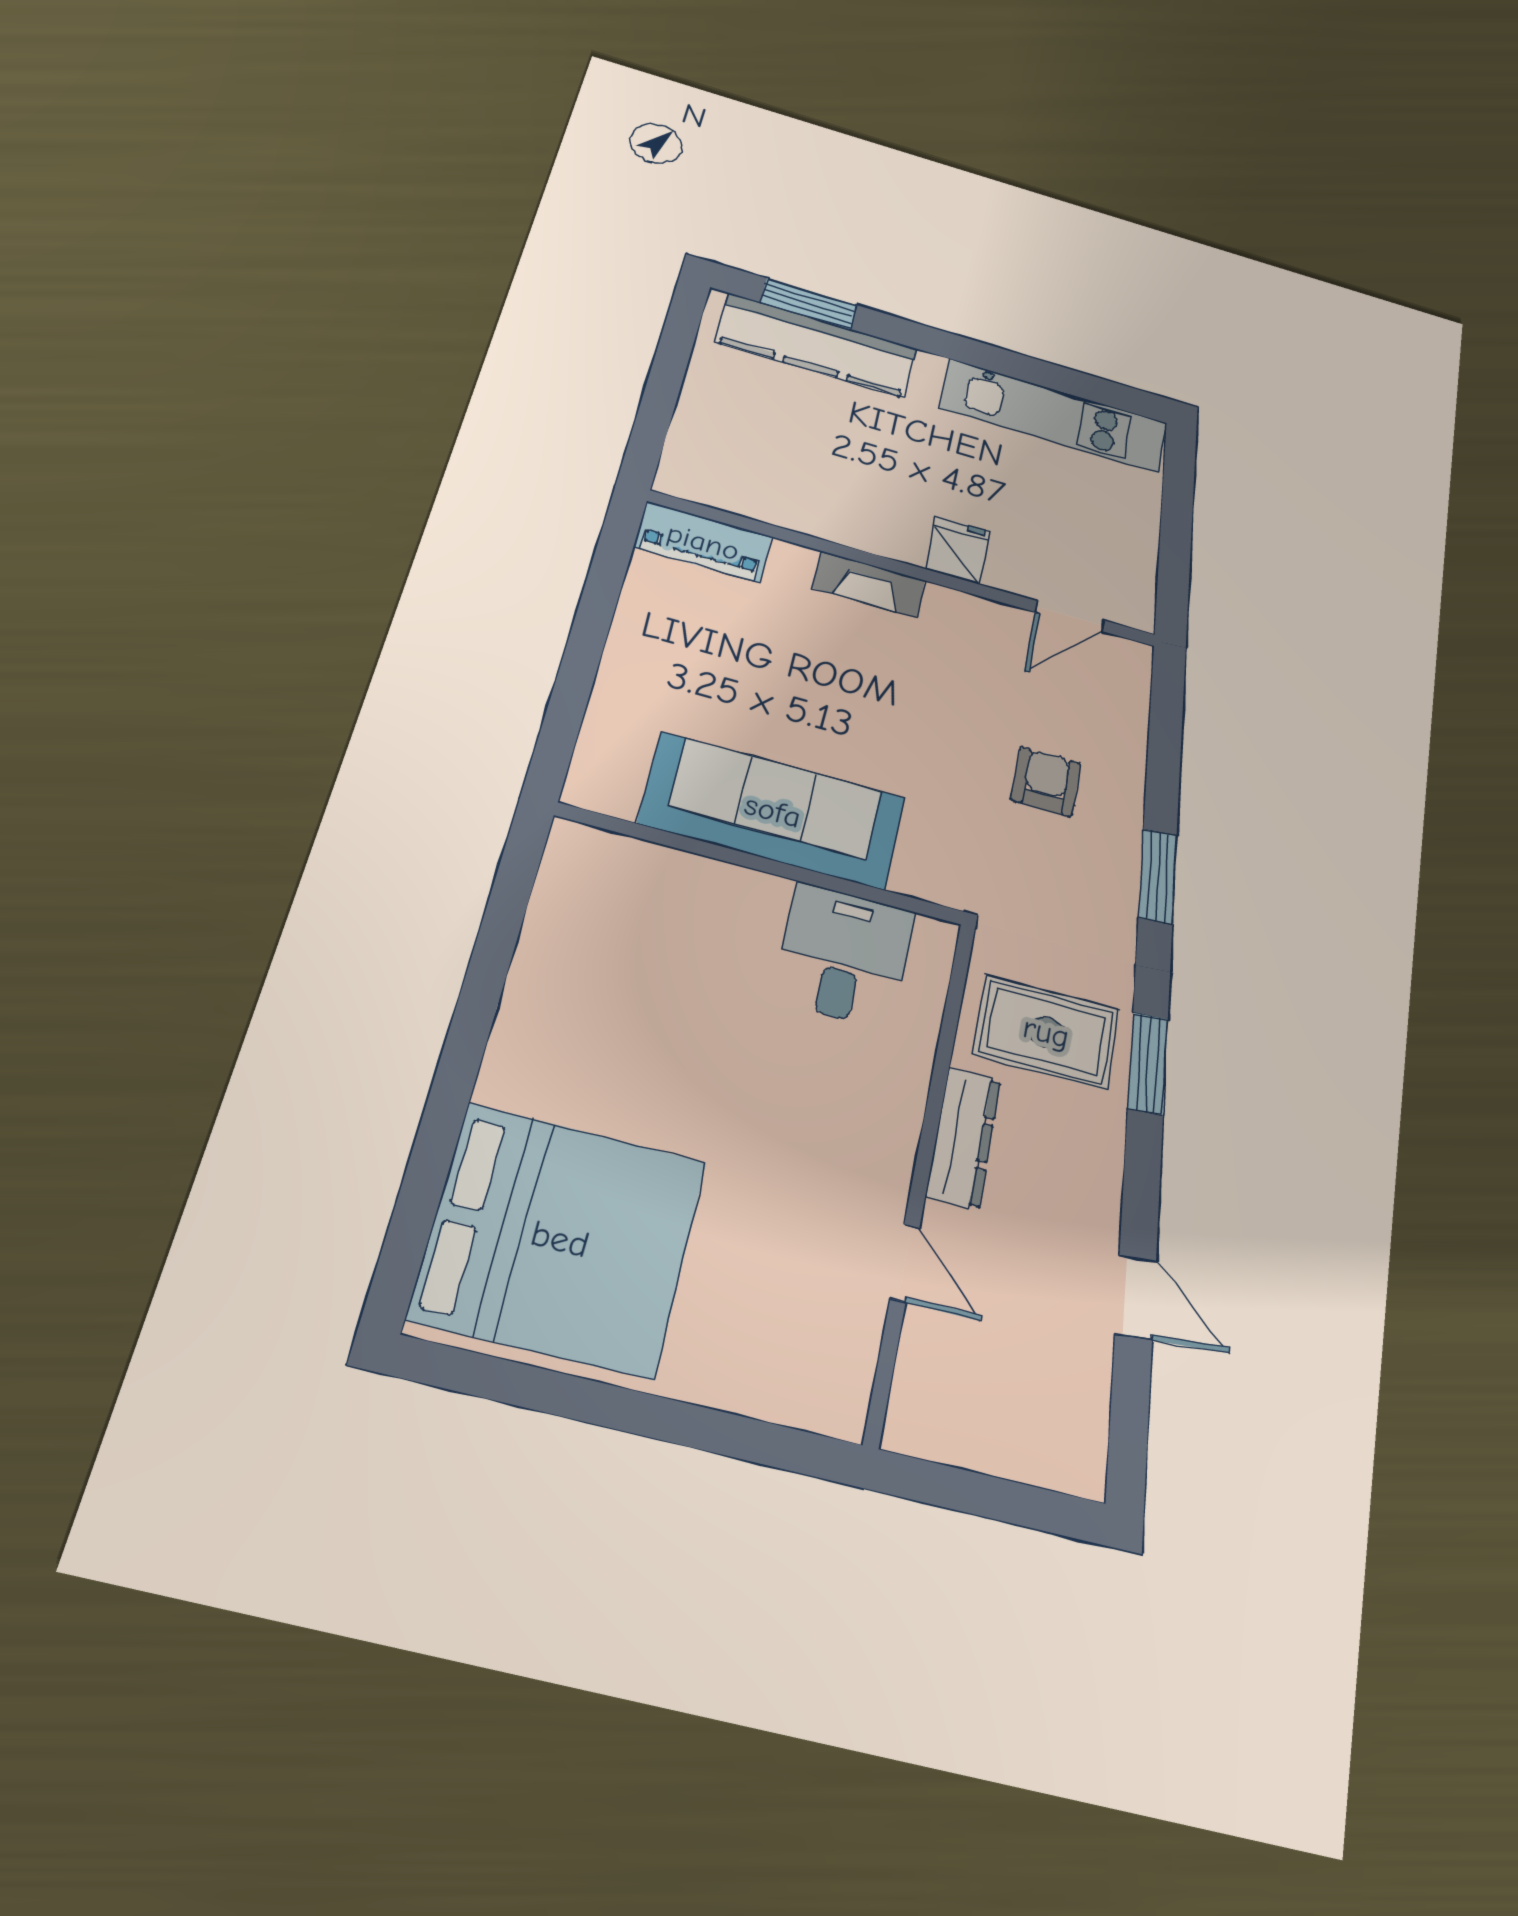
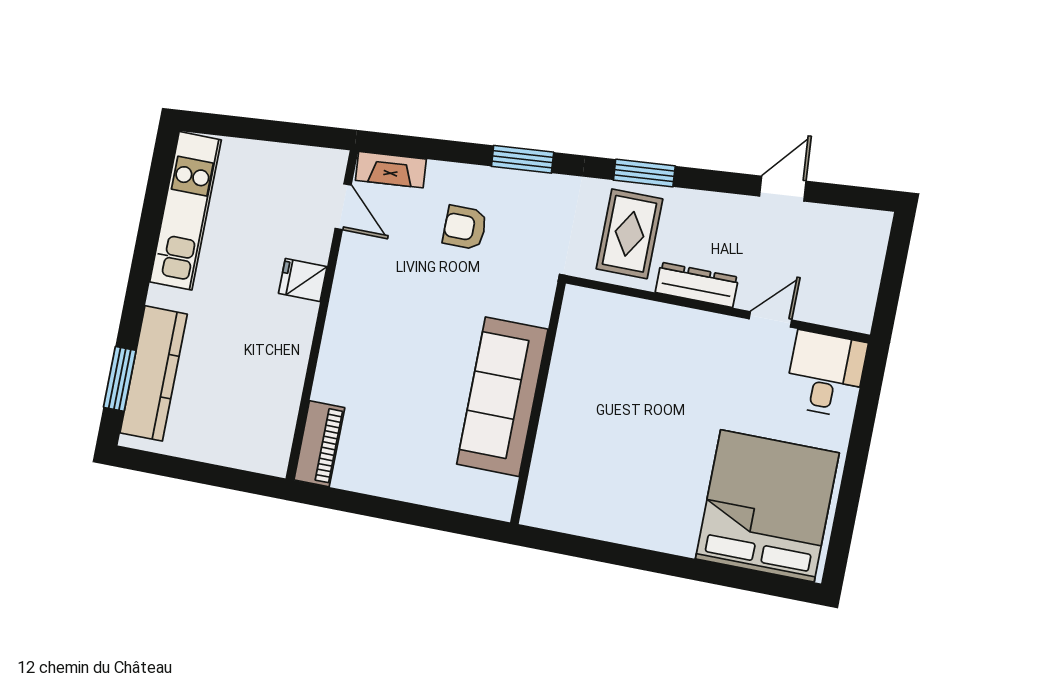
fireplace: (869, 584) -> (391, 170), moved, turned 85
desk: (844, 955) -> (826, 374), moved, turned 90

